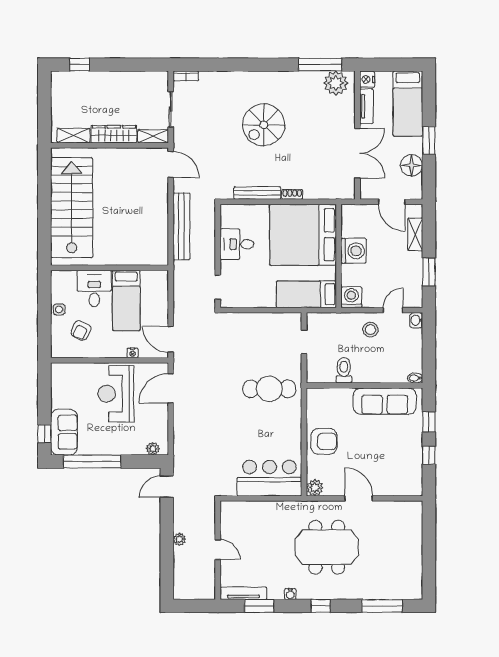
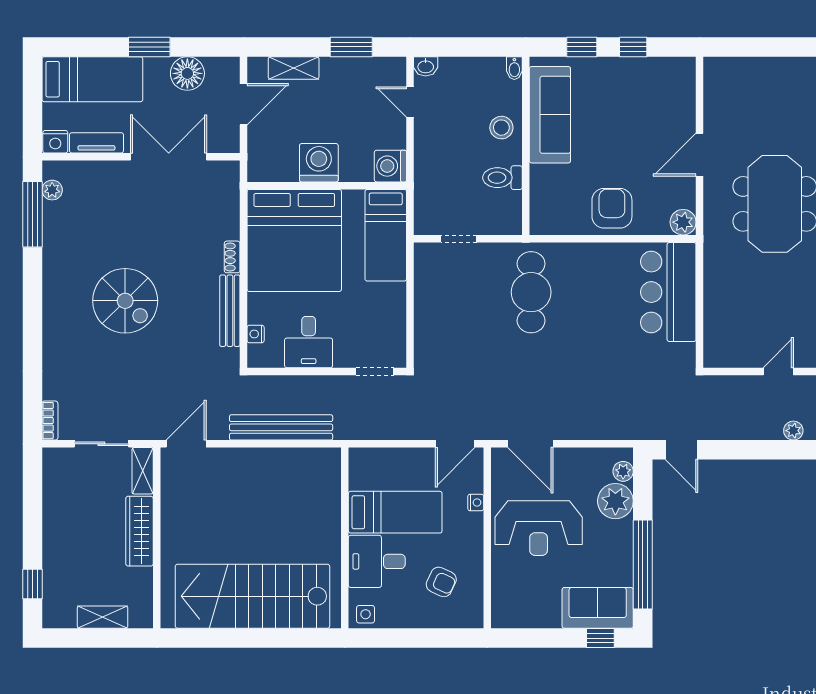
plant: (336, 83) -> (52, 190), width x0.53, depth x0.53
shelving: (74, 136) -> (103, 617), moved, turned 90
nightstand: (242, 210) -> (256, 334), added
side table: (59, 309) -> (366, 614), moved
stool: (370, 330) -> (501, 128), moved
plant: (133, 444) -> (615, 501), added
plant: (179, 539) -> (793, 431), moved

